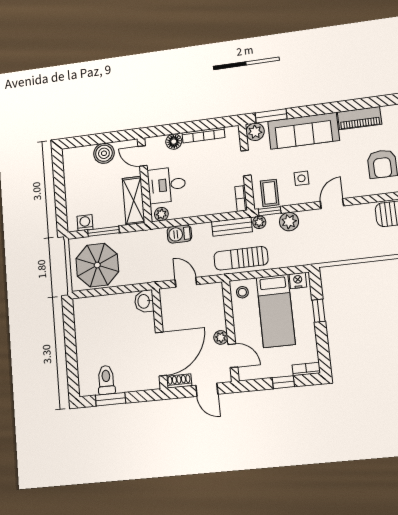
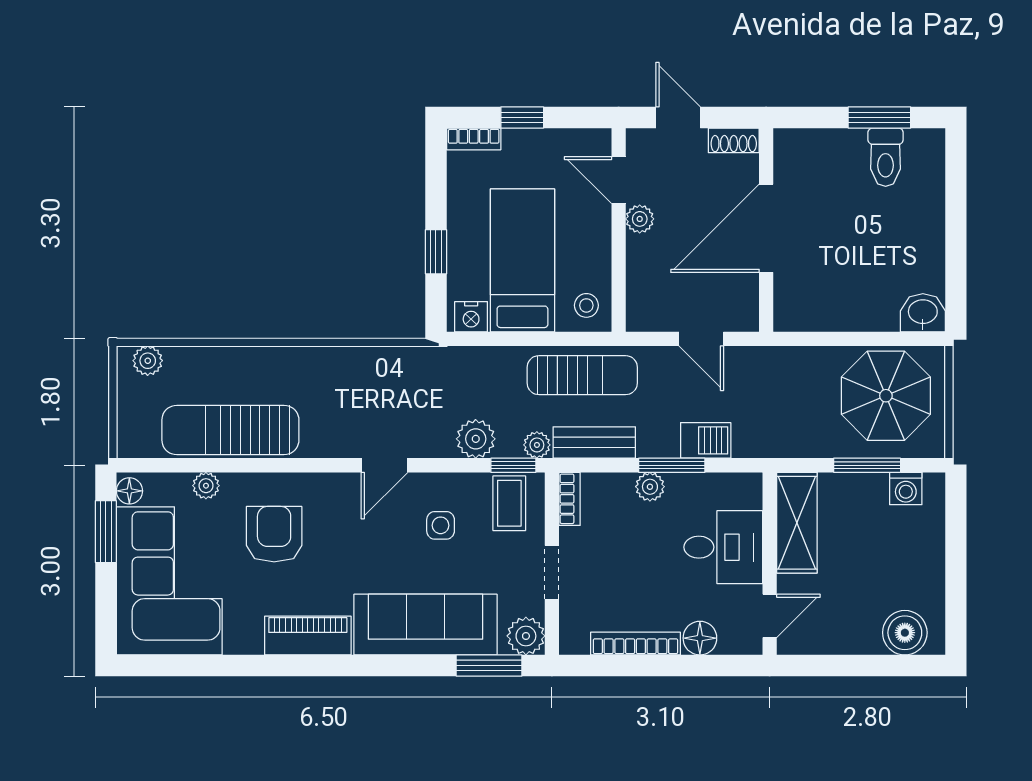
boiler: (104, 153) -> (905, 633), moved
door: (143, 156) -> (770, 616), hinge flipped
plant: (161, 214) -> (650, 487), moved
window: (194, 220) -> (672, 465), added
washbasin: (144, 301) -> (923, 313), moved, turned -90
door: (161, 354) -> (766, 228), moved

